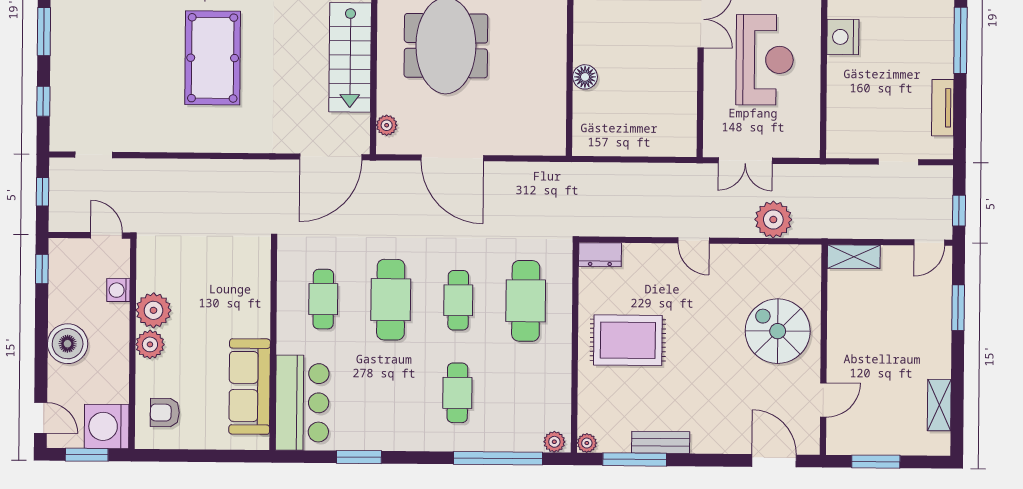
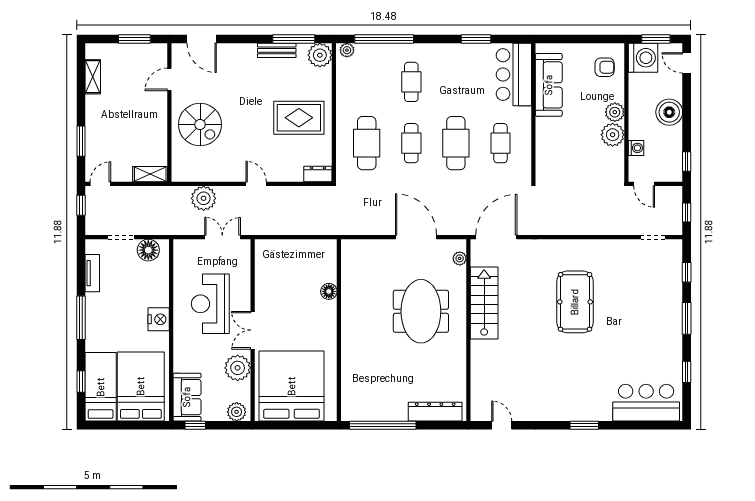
floor lamp: (858, 142) -> (148, 250), added
plant: (587, 443) -> (320, 55), width x1.88, depth x1.88

